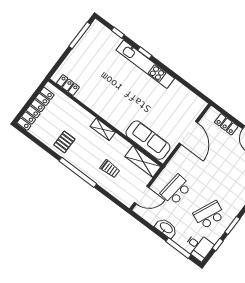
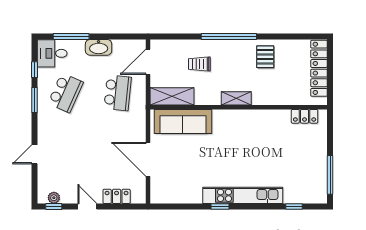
window: (145, 53) -> (220, 206), moved

